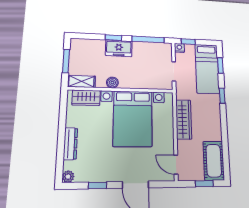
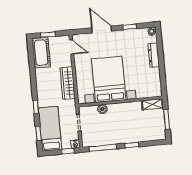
freezer: (119, 48) -> (126, 136), removed
boiler: (112, 83) -> (102, 109), moved
wardrobe: (86, 98) -> (147, 92), removed

